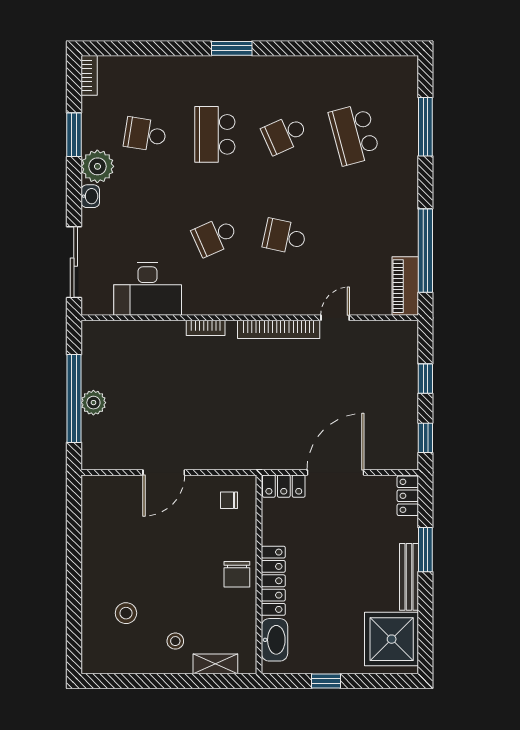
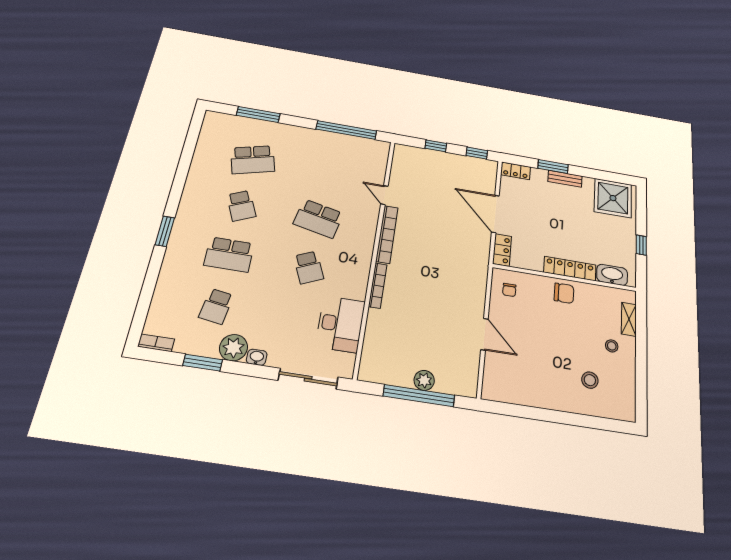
school desk: (285, 236) -> (318, 219), width x1.85
piano: (405, 286) -> (369, 147), removed
bookcase: (206, 328) -> (378, 286), width x1.56
bench: (409, 577) -> (565, 179), width x0.73

